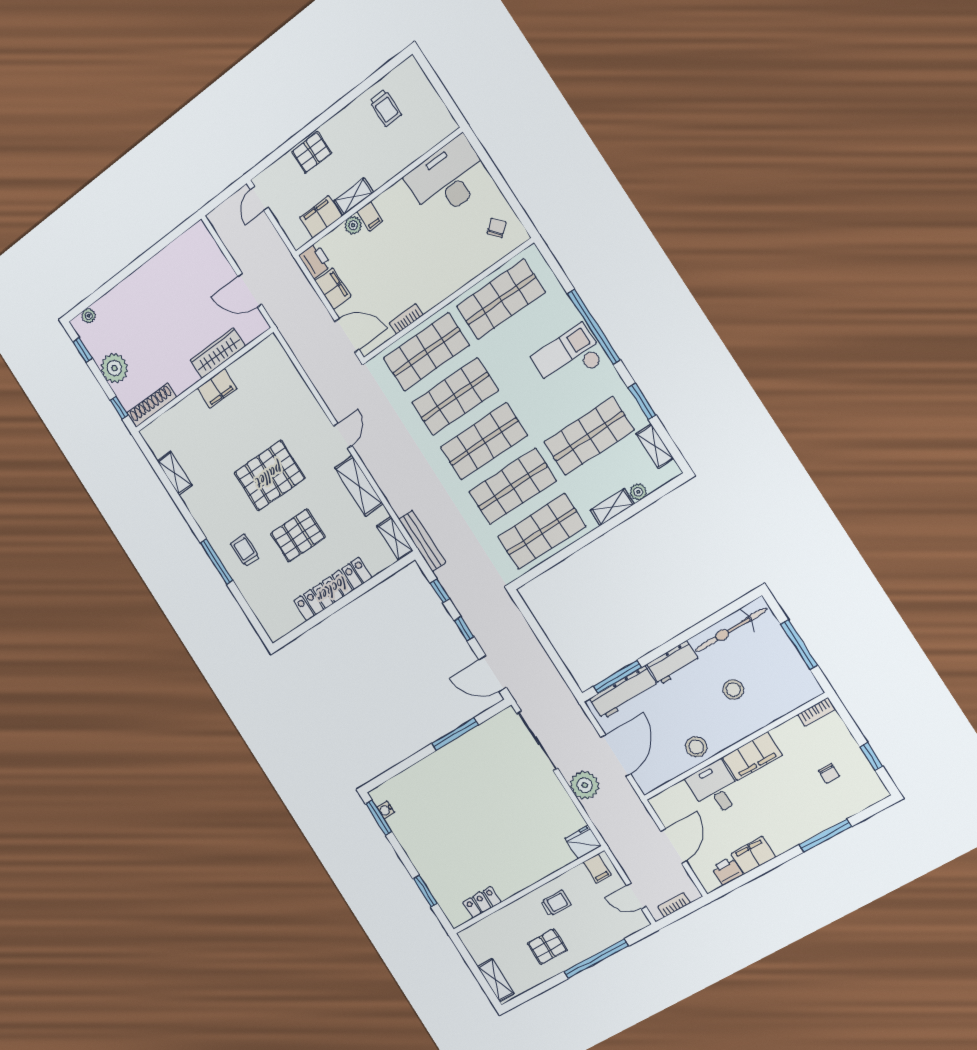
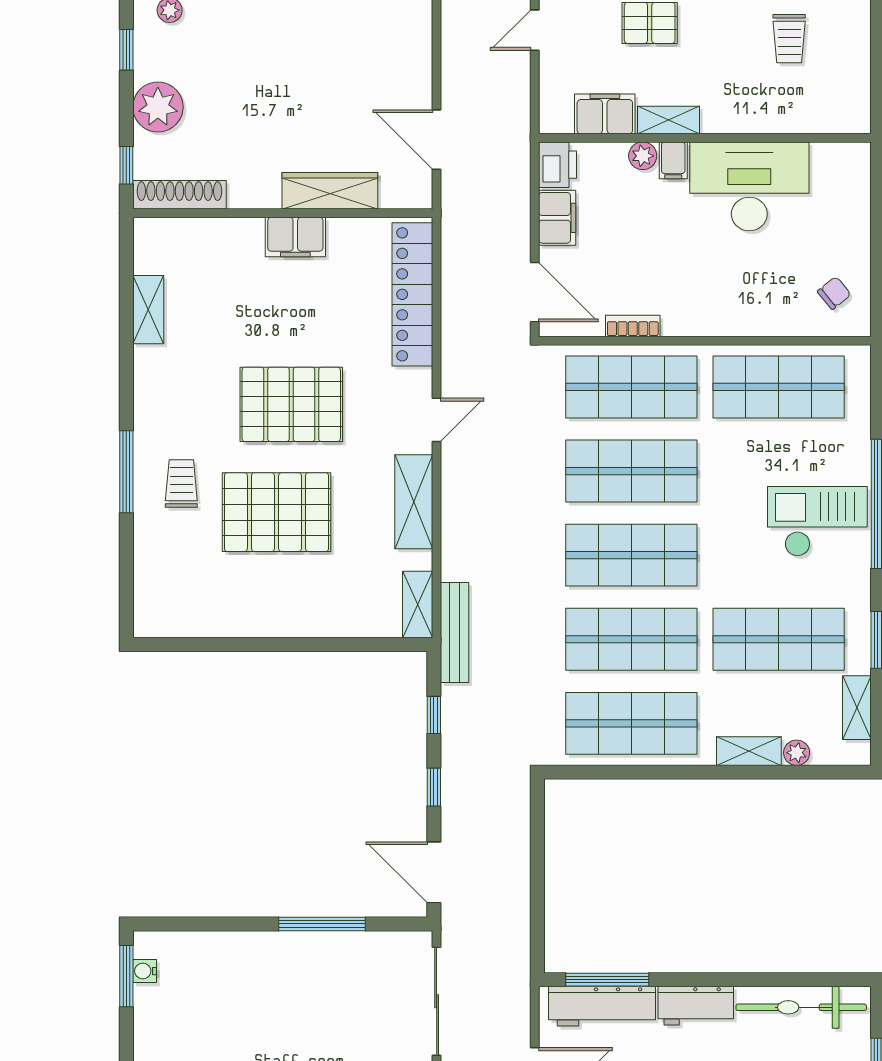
desk: (448, 179) -> (749, 186), moved
pallet: (298, 535) -> (276, 512), width x1.37, depth x1.41
locker: (333, 589) -> (412, 294), moved, turned -90

